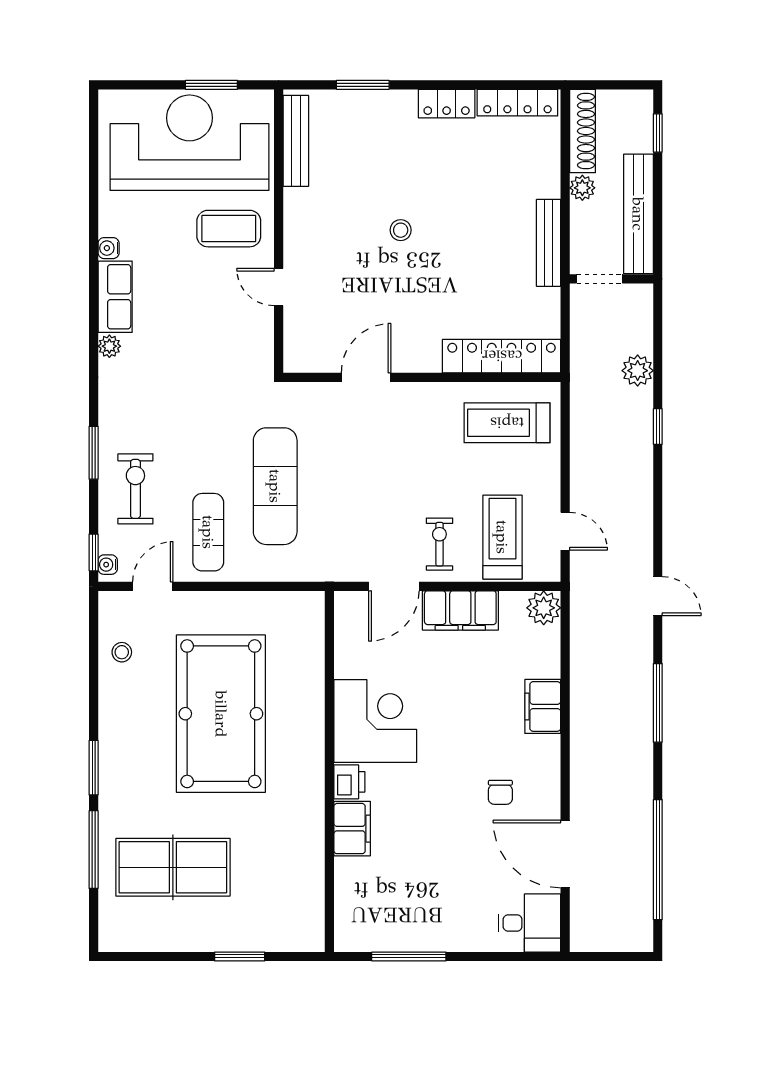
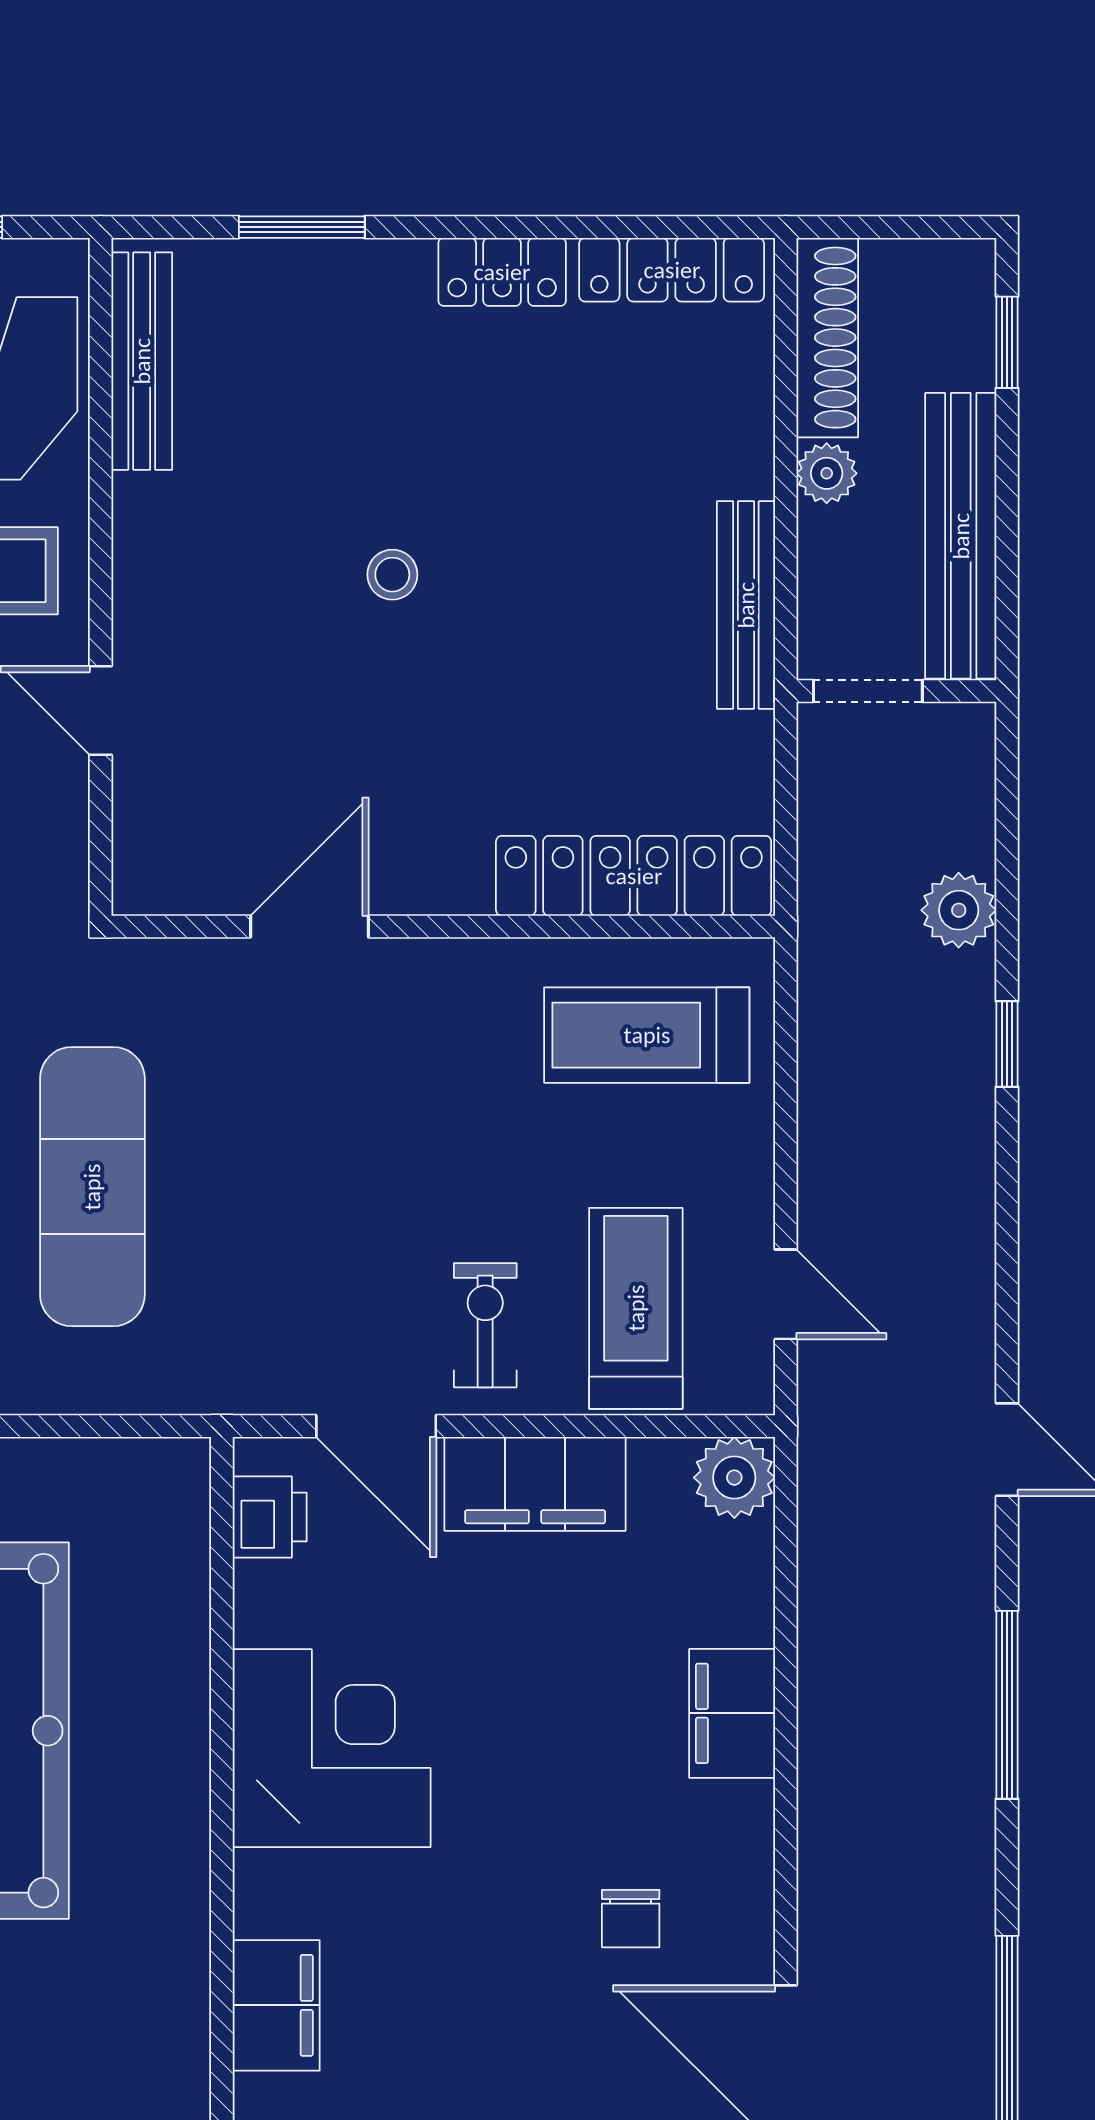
door: (394, 586) -> (376, 1426), hinge flipped
printer: (349, 782) -> (270, 1517), moved

